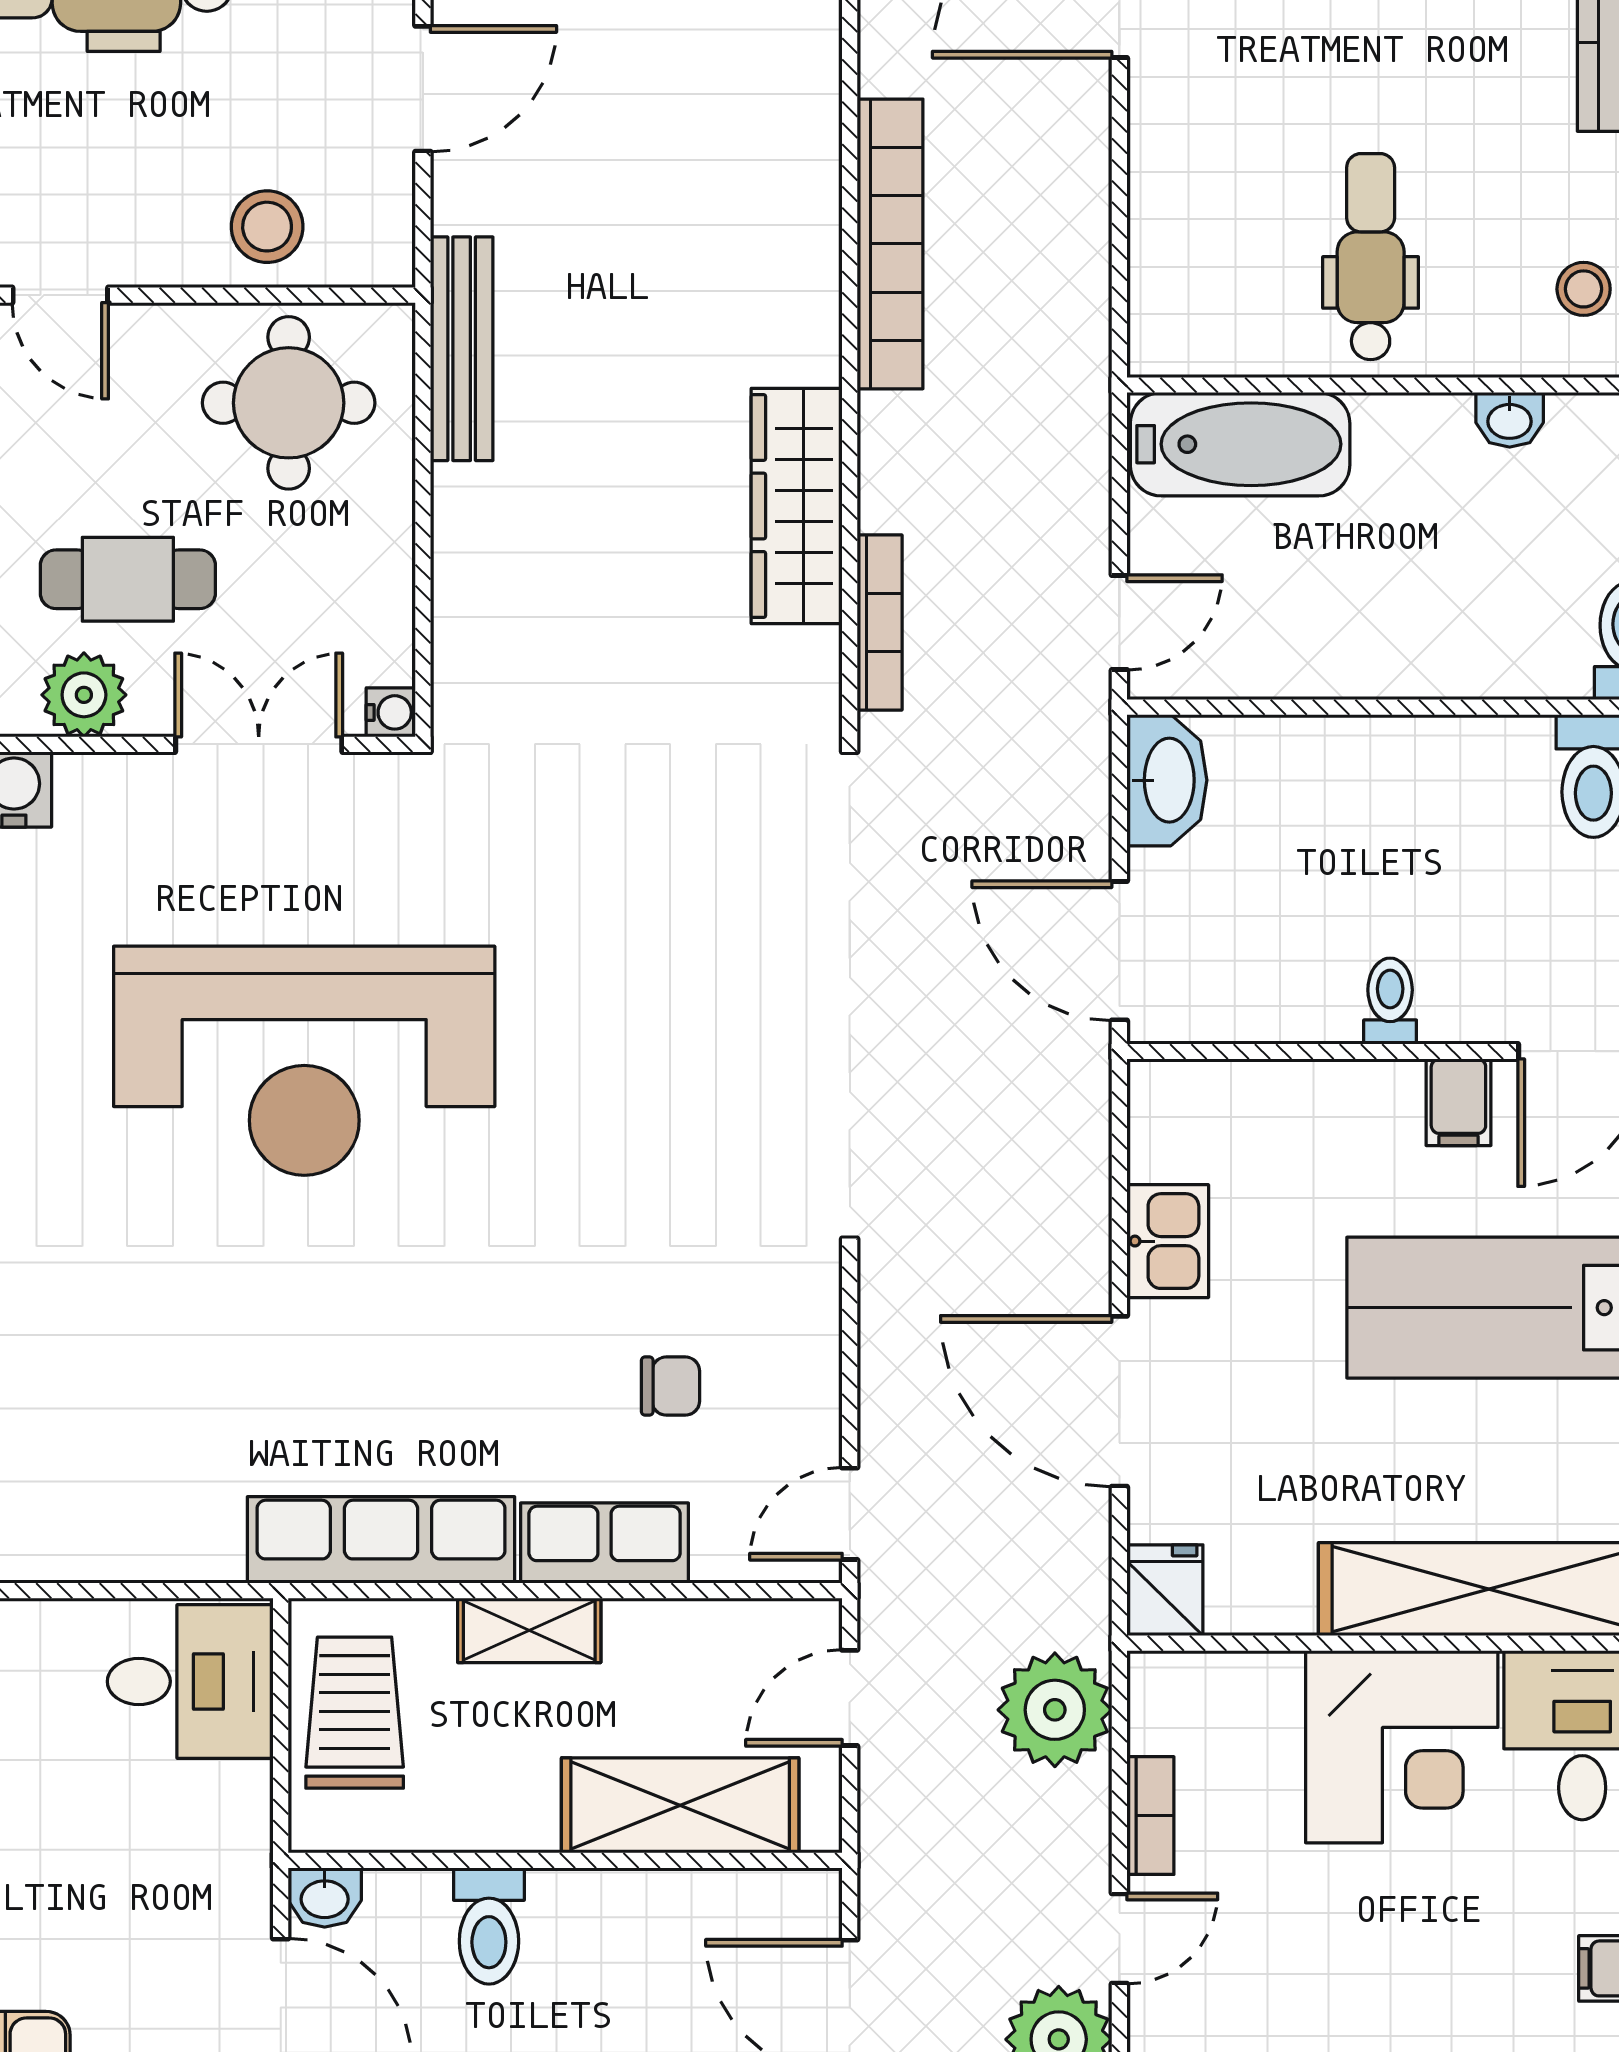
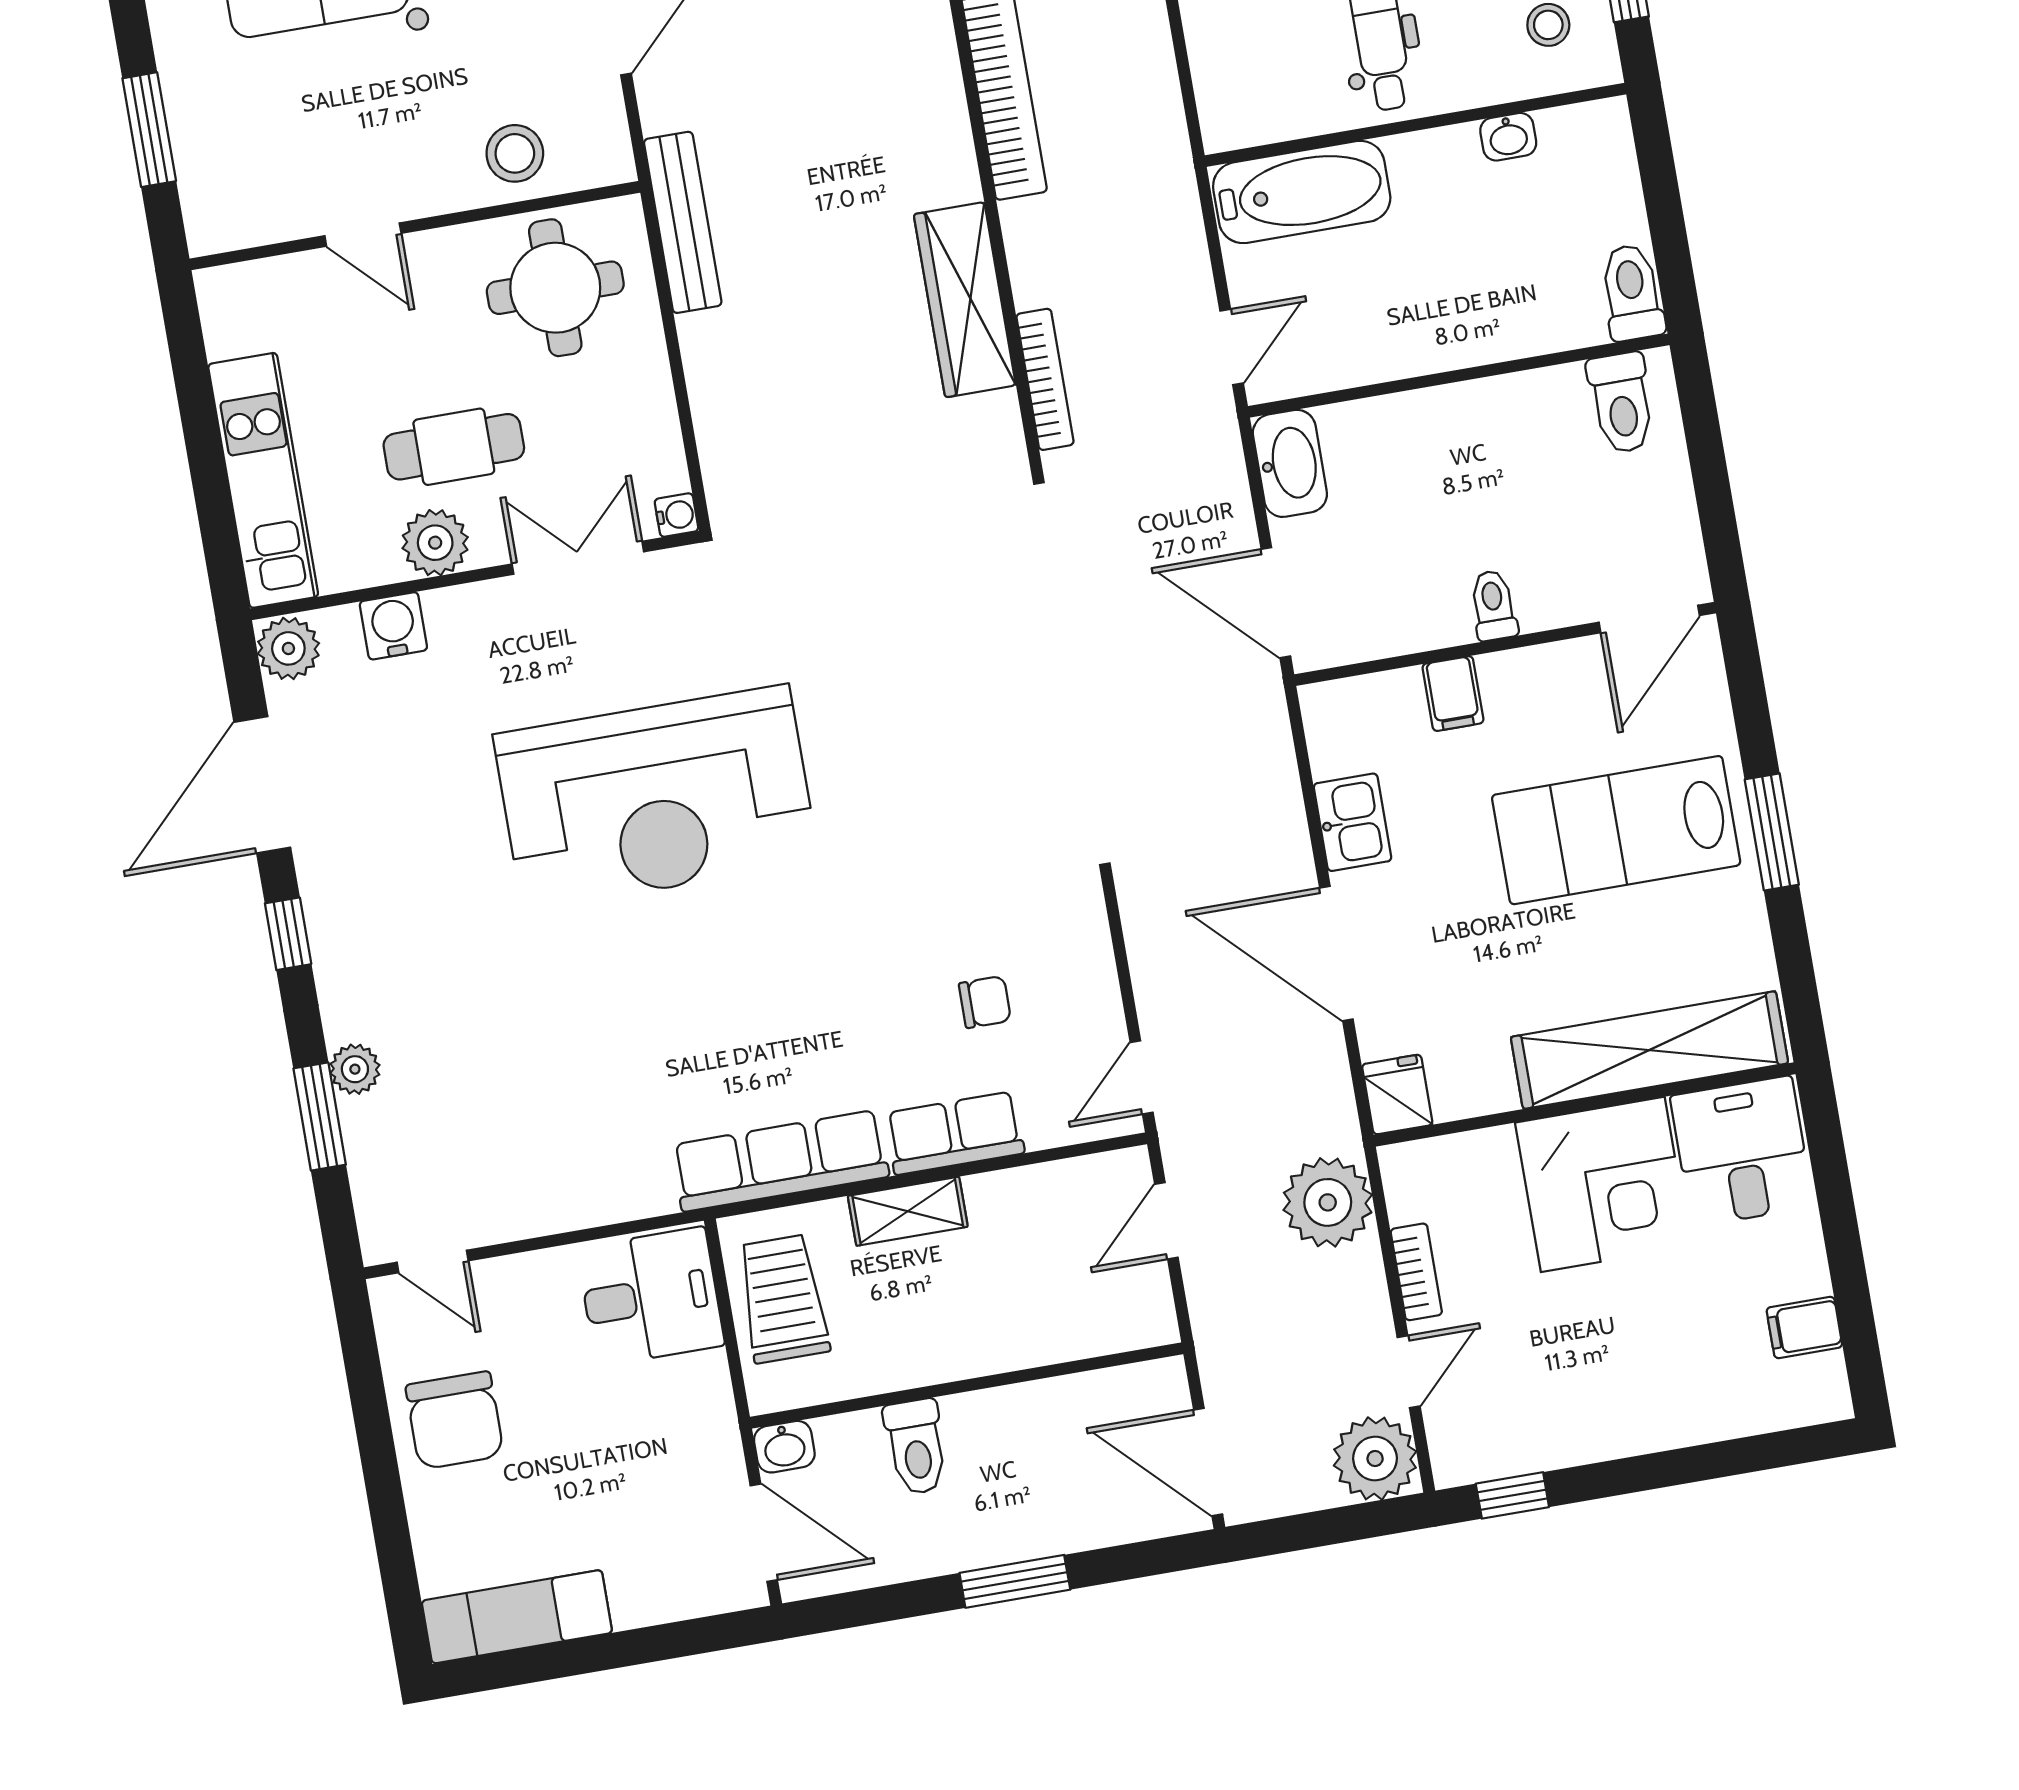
filing cabinet: (1458, 1102) -> (1453, 694), moved
shelving: (680, 1805) -> (1049, 1327), removed

